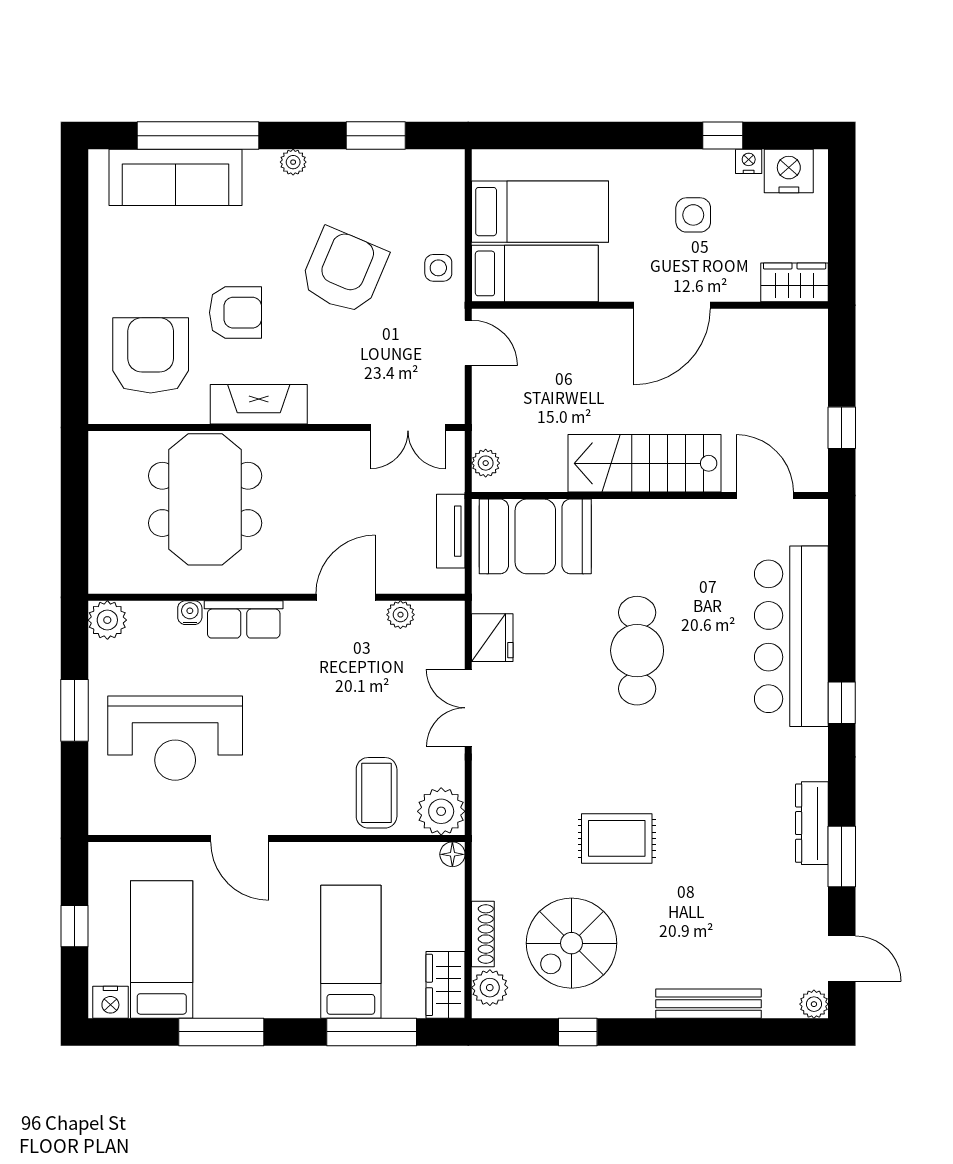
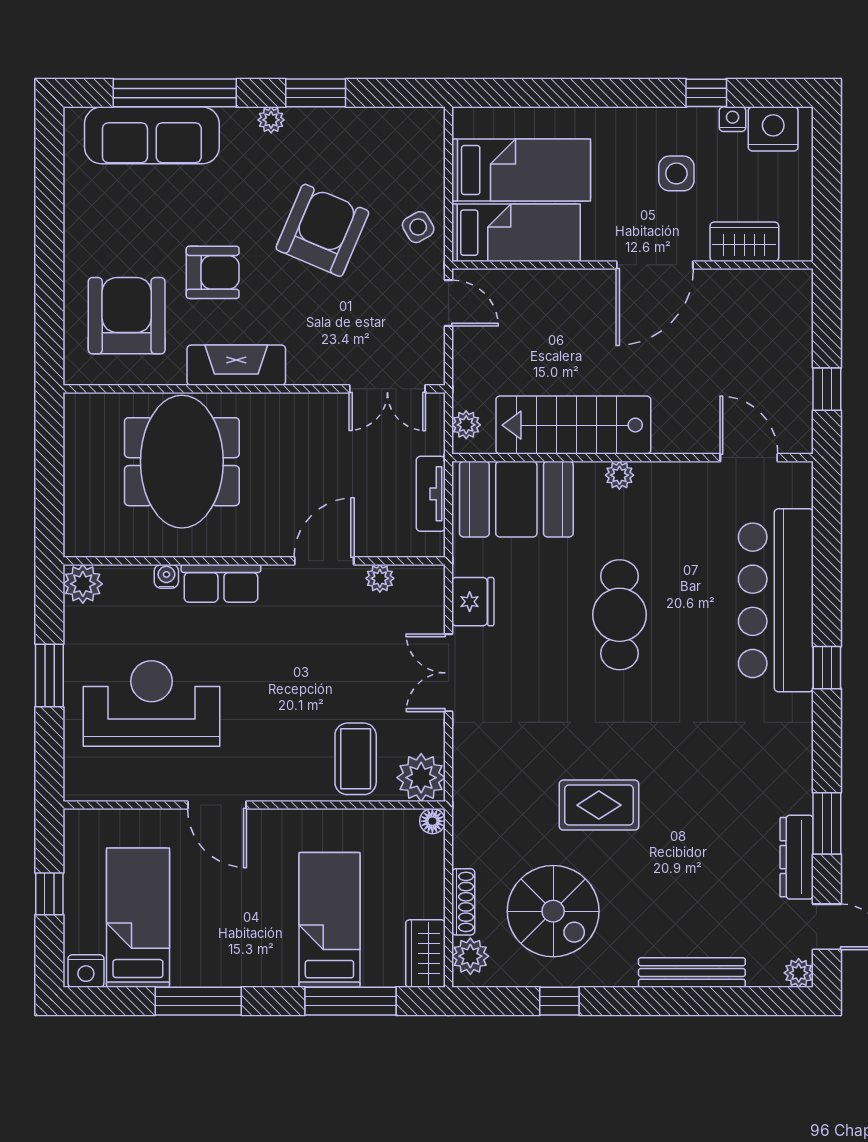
window: (376, 136) -> (316, 93), moved
side table: (438, 268) -> (418, 227), turned -30
wardrobe: (795, 282) -> (744, 242), moved
stairs: (645, 463) -> (573, 425), moved
plant: (637, 513) -> (619, 475), added
reception desk: (175, 738) -> (151, 703), turned 180
dresser: (812, 823) -> (797, 857), moved
spiral stairs: (572, 943) -> (553, 911), turned -90

